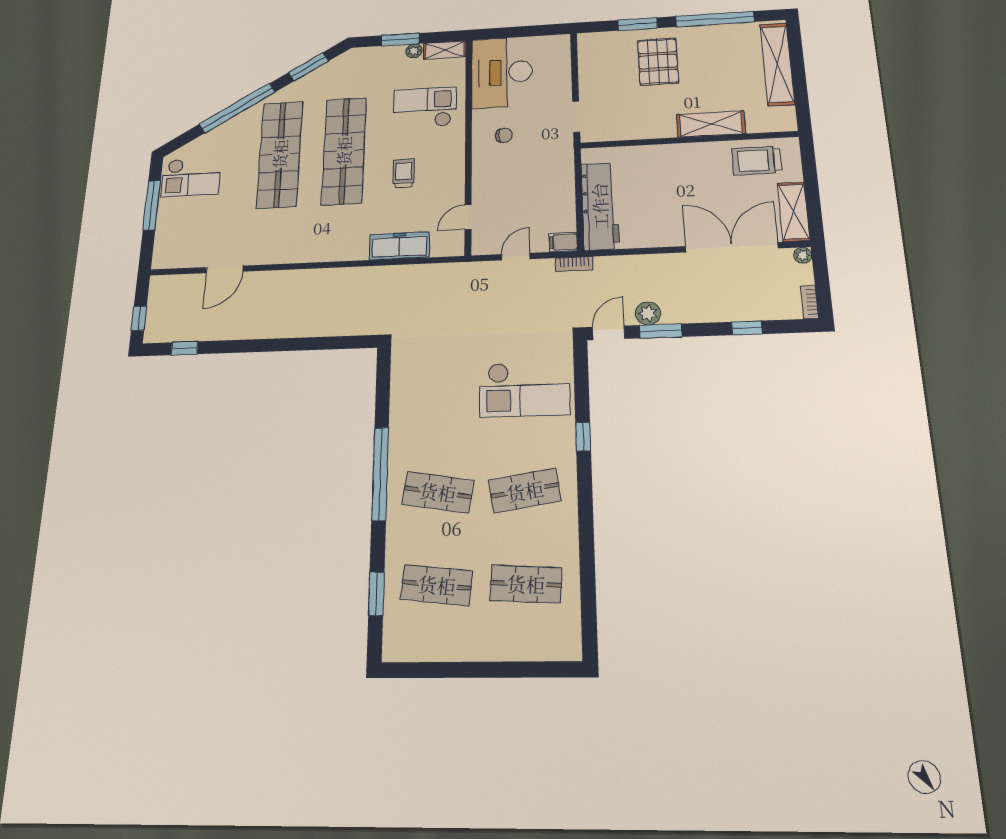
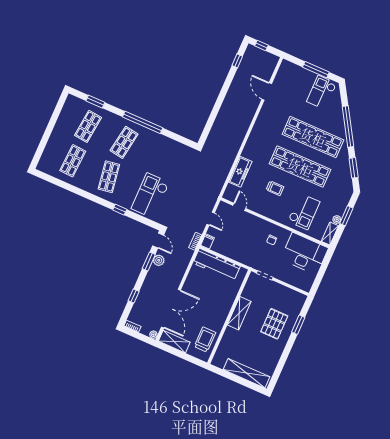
window: (715, 19) -> (283, 359), removed
pallet: (658, 62) -> (274, 324), turned 90
shelving: (711, 124) -> (239, 313), moved

